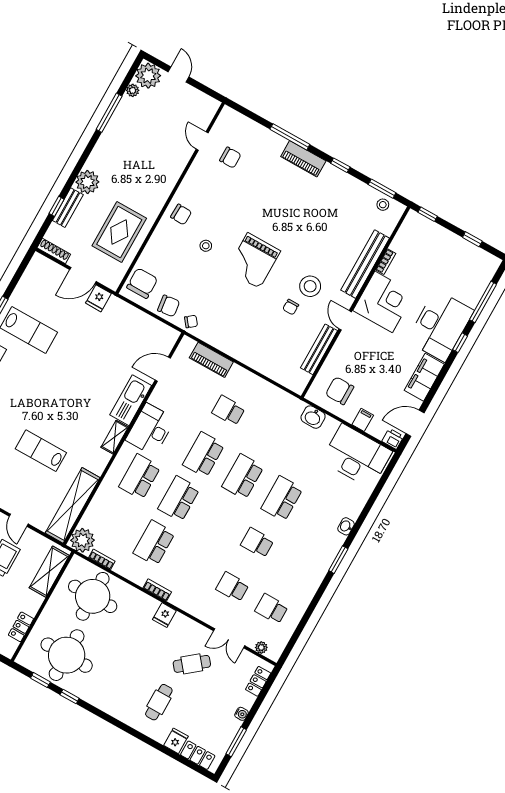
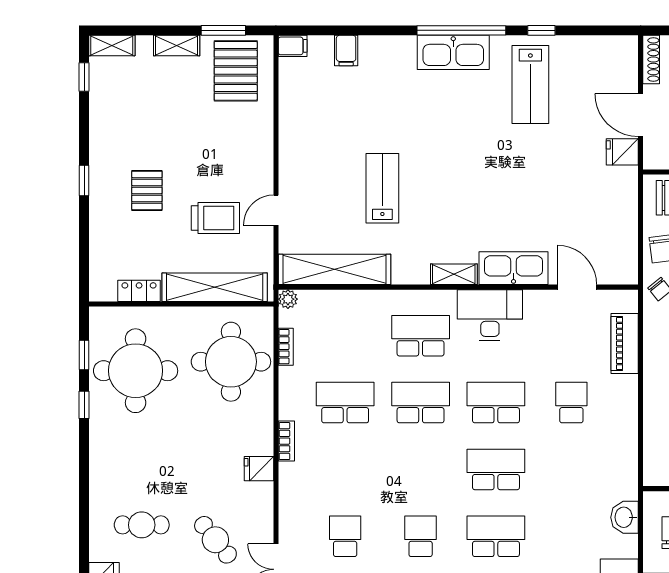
plant: (82, 540) -> (288, 299), width x0.53, depth x0.53
shelving: (49, 572) -> (215, 287), width x1.47

